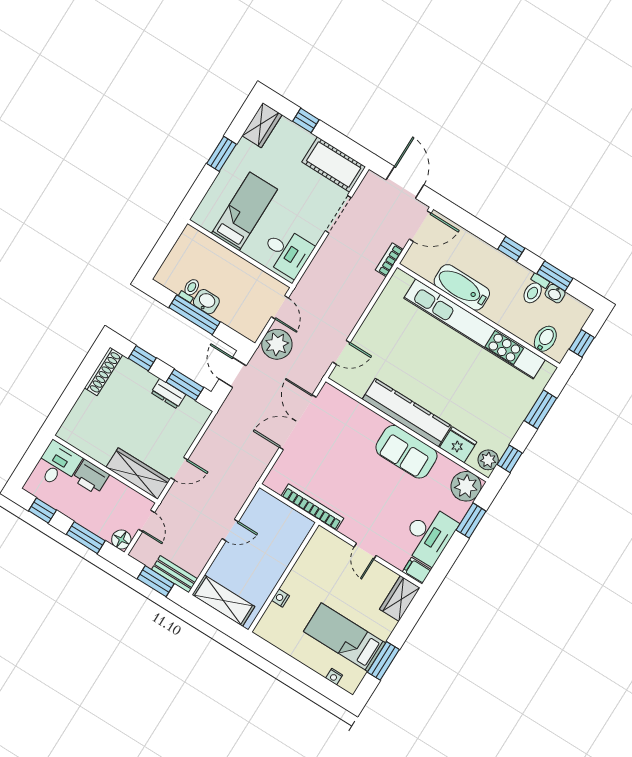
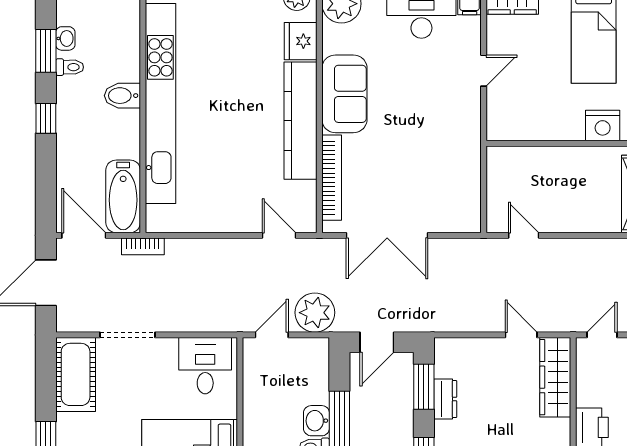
bathtub: (462, 287) -> (123, 196), moved
toilet: (535, 290) -> (70, 67), width x0.73, depth x0.72
bidet: (545, 339) -> (122, 96), moved
bookcase: (312, 507) -> (332, 178), moved, turned 180
door: (230, 530) -> (524, 235), moved
nightstand: (280, 598) -> (603, 126), width x1.89, depth x1.79

